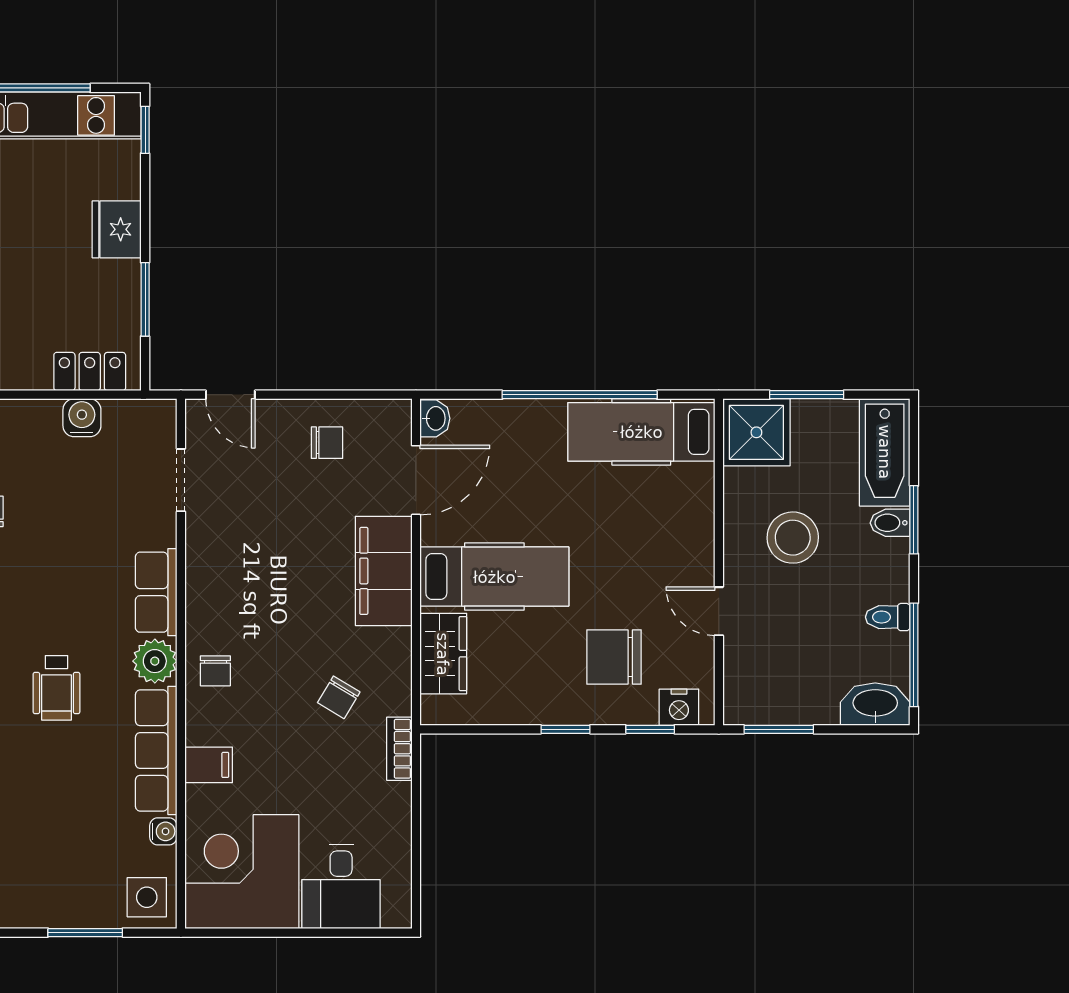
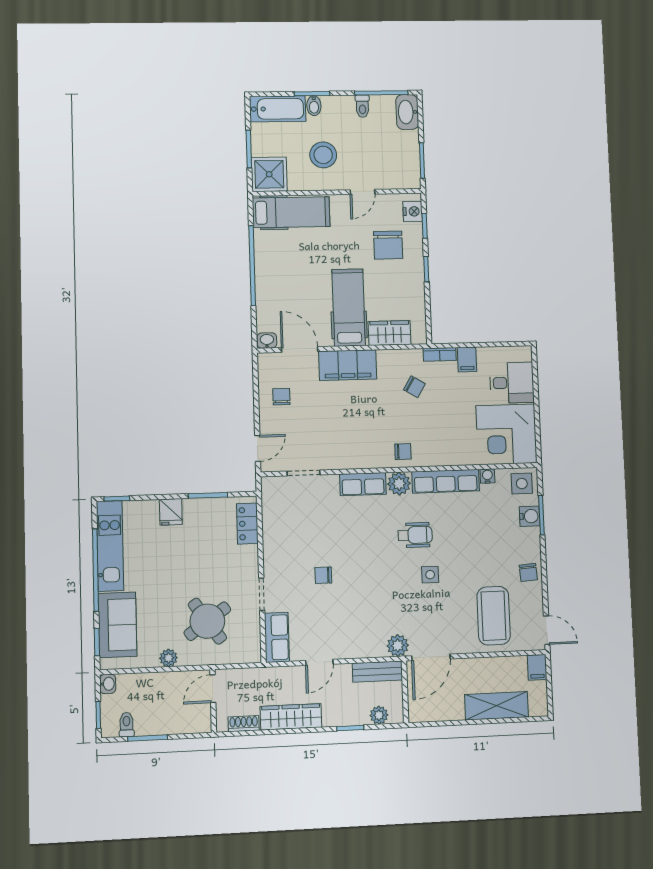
fridge: (117, 229) -> (171, 512), width x0.72
water cooler: (82, 418) -> (530, 516), moved, turned 180
hospital bed: (641, 432) -> (291, 212), moved, turned -90
filing cabinet: (209, 765) -> (467, 359), moved, turned 180

